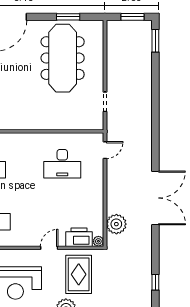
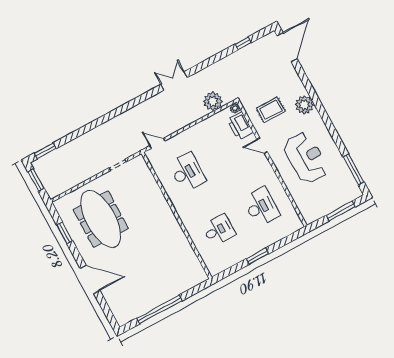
meeting table: (63, 58) -> (101, 219), turned 90
double door: (155, 198) -> (174, 81), width x0.54
rug: (79, 274) -> (271, 110), width x0.73, depth x0.70

